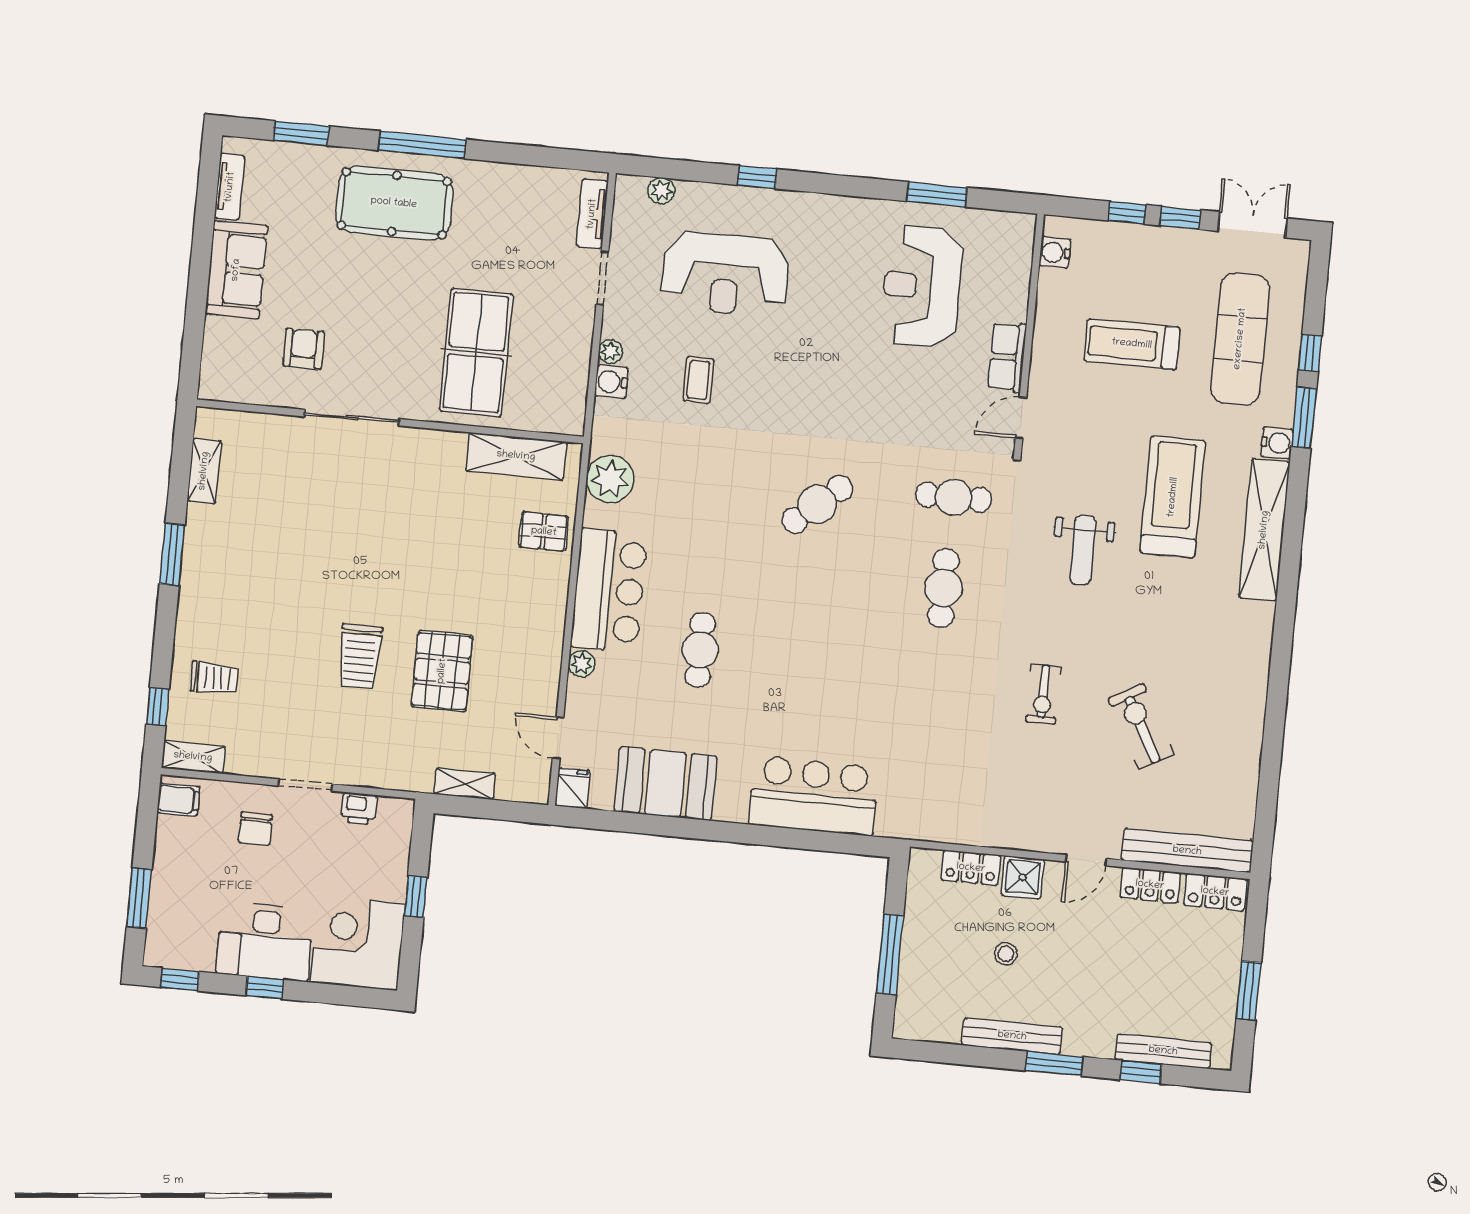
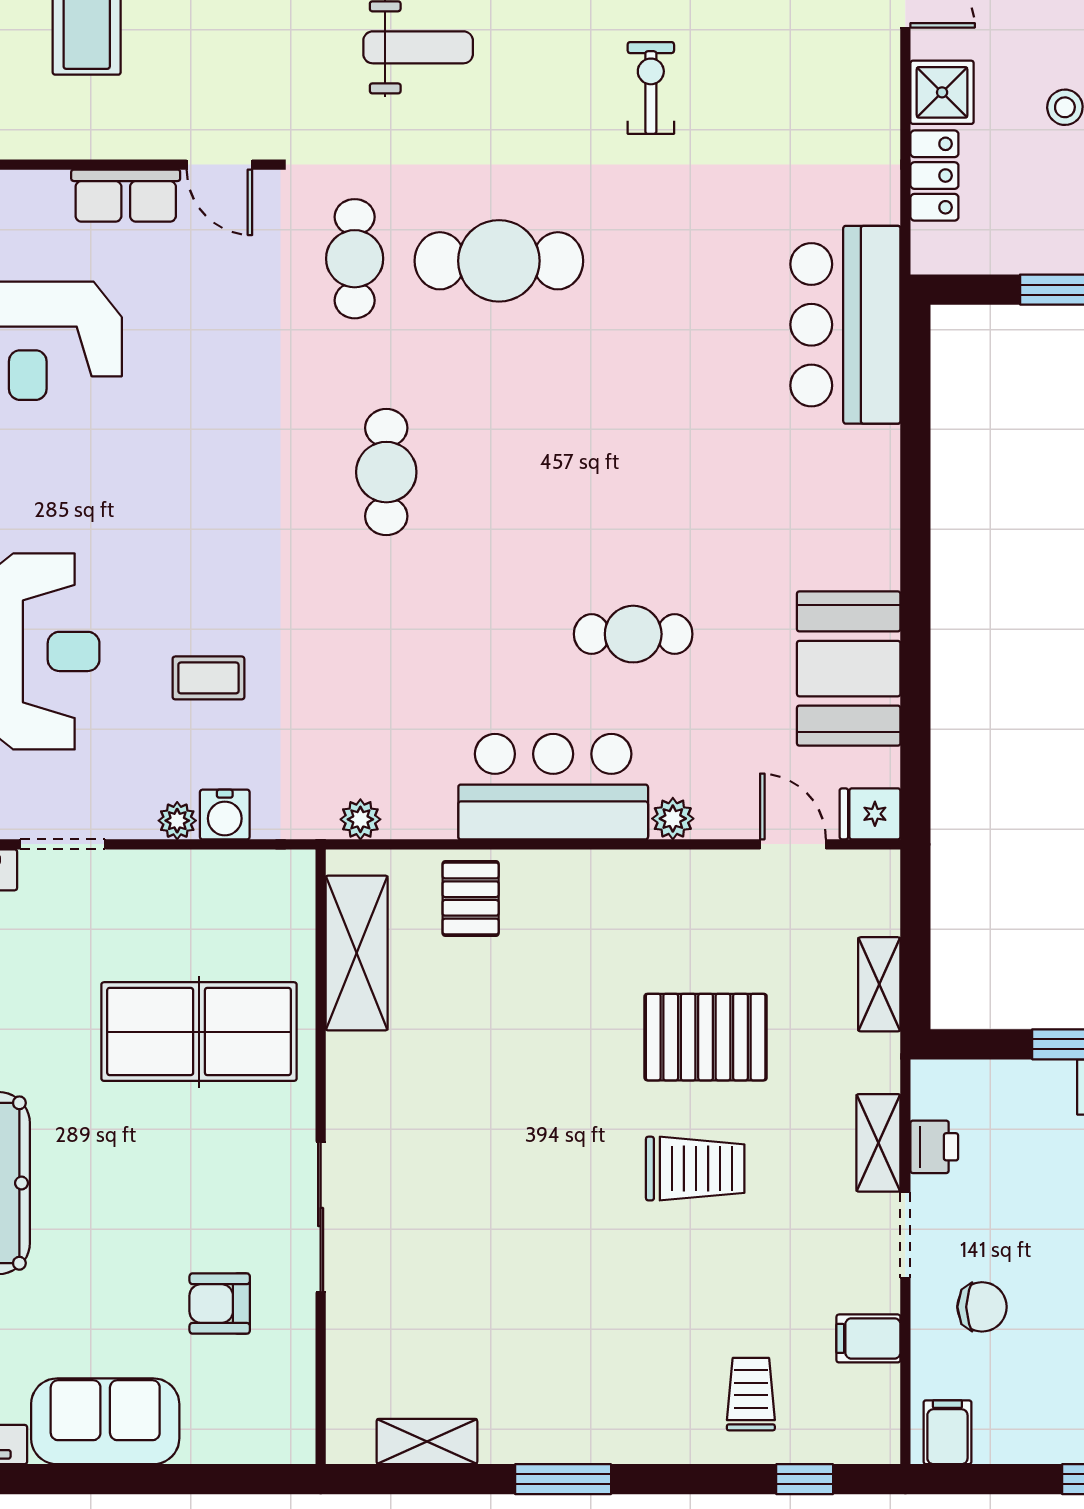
plant: (610, 479) -> (360, 819), width x0.53, depth x0.53
cafe table: (817, 504) -> (386, 472), turned 41
cafe table: (943, 588) -> (499, 261), width x1.37, depth x1.35
exercise bike: (1043, 694) -> (651, 88), turned -90
door: (558, 738) -> (793, 844), swing flipped
filing cabinet: (242, 755) -> (868, 1338), added
shelving: (193, 757) -> (878, 1143), moved
bar counter: (814, 796) -> (845, 325), moved

